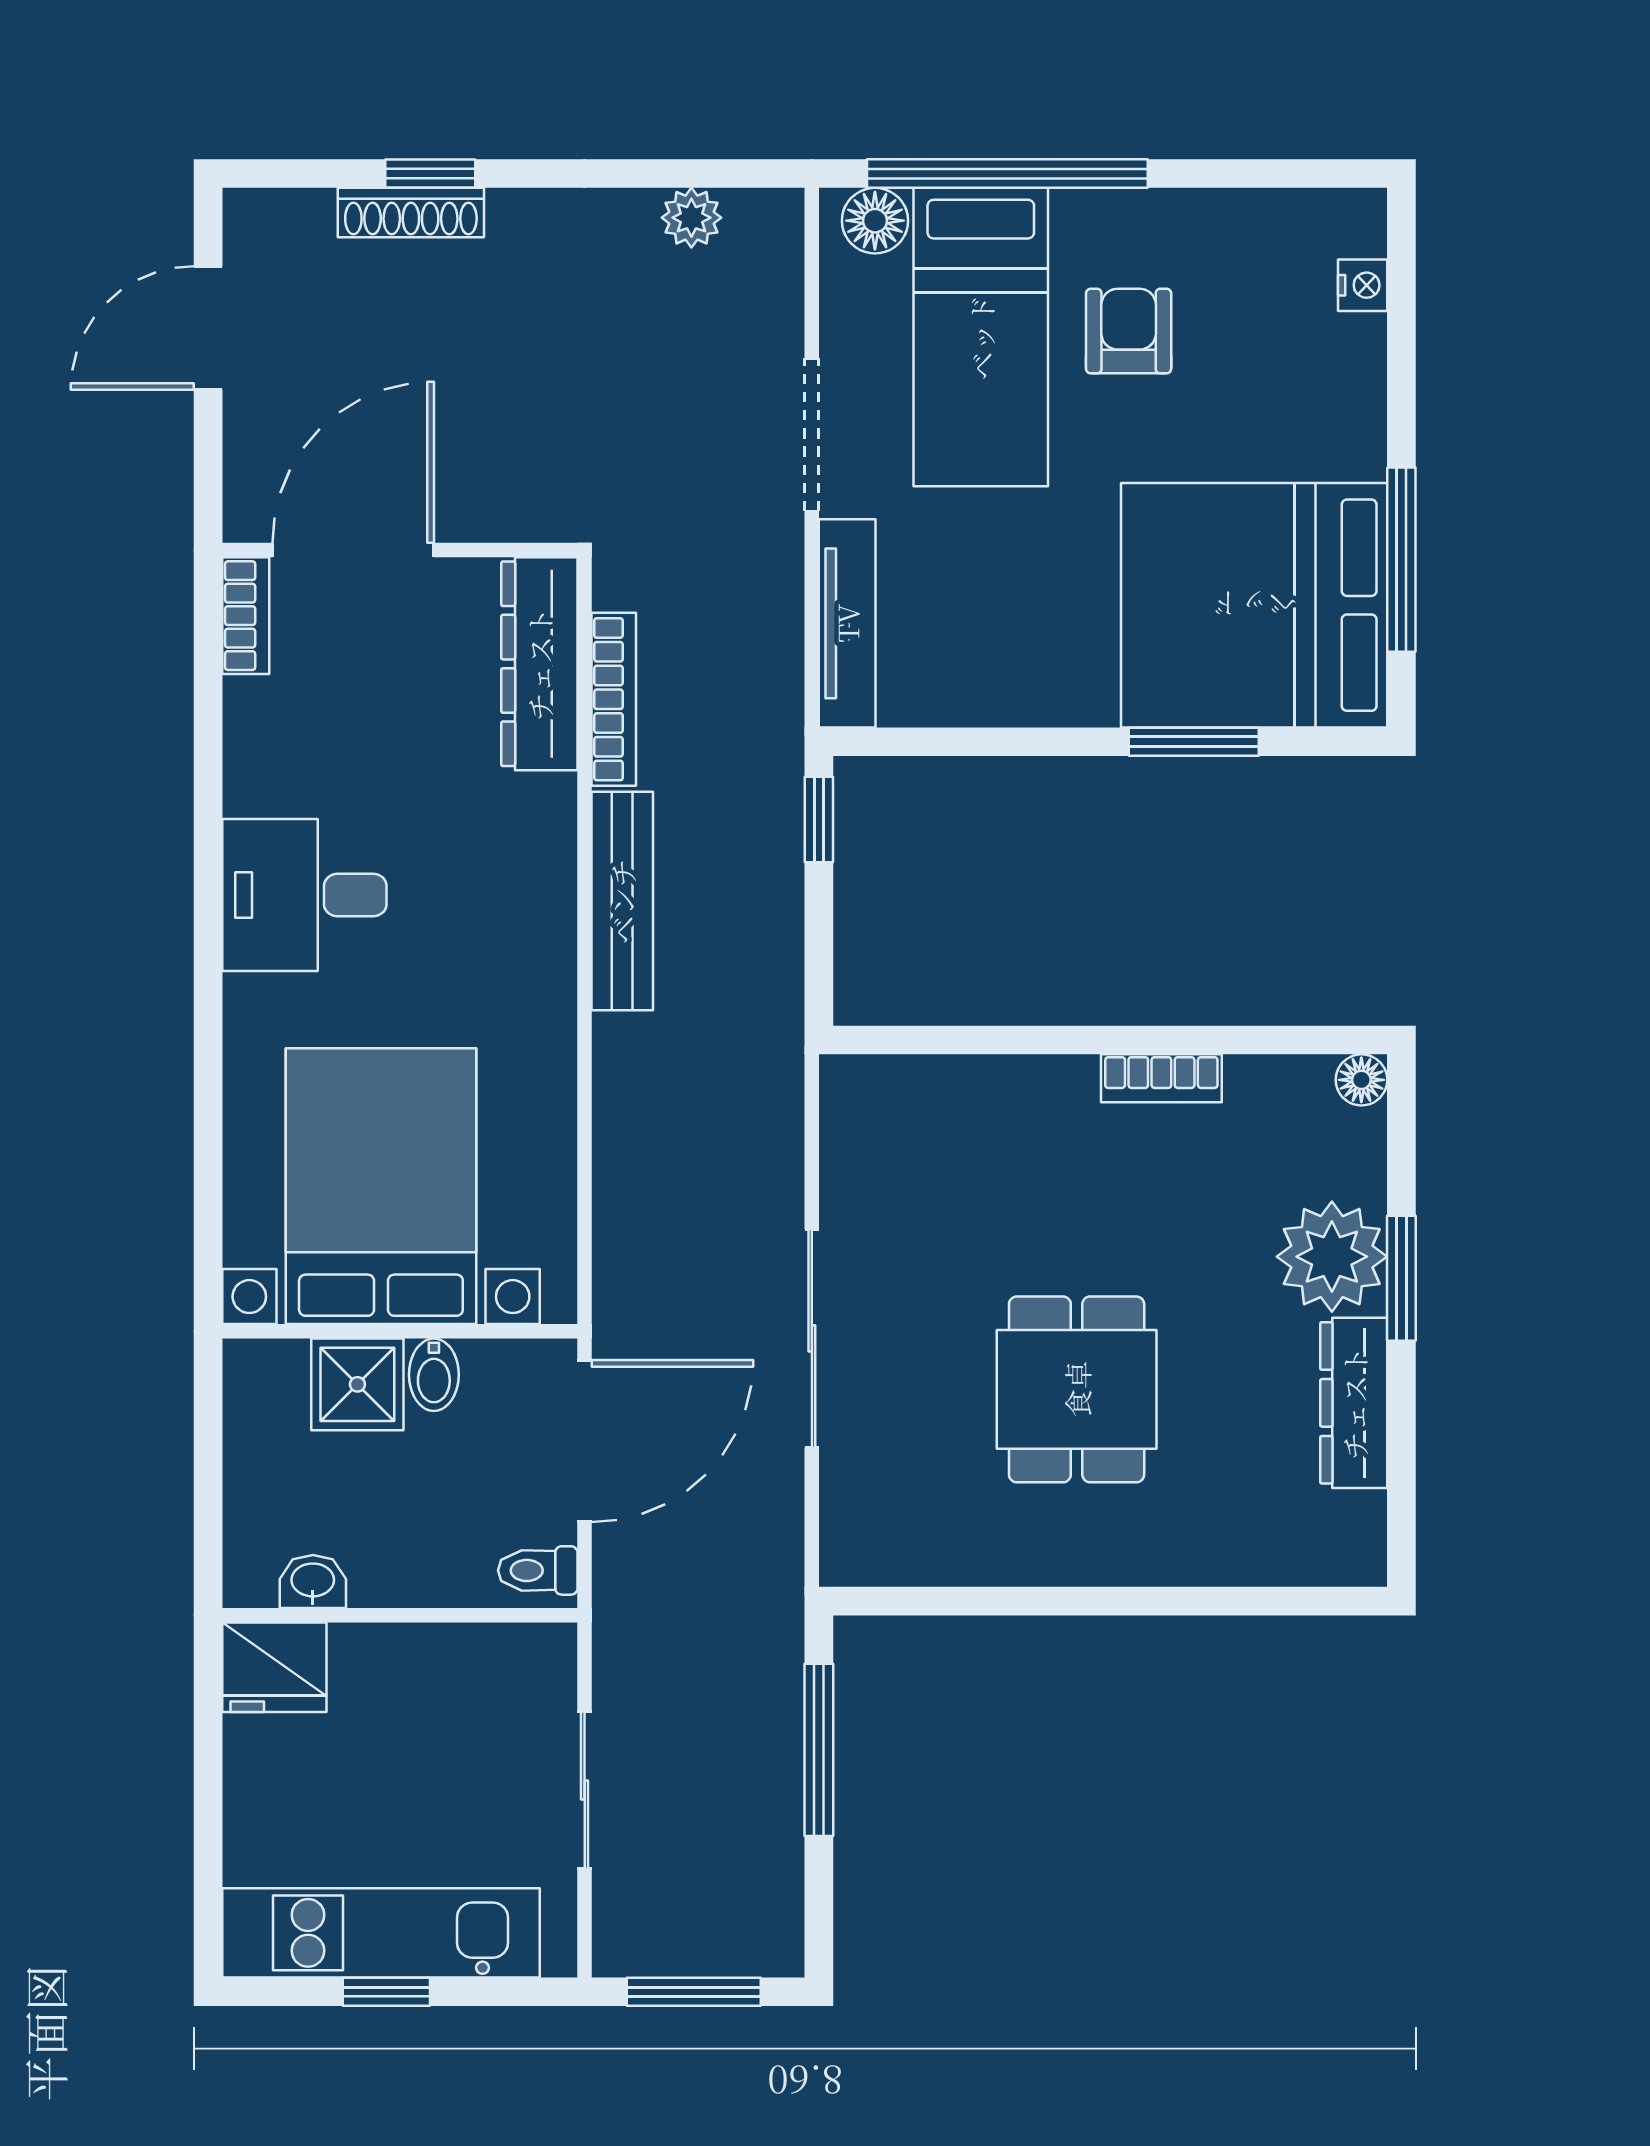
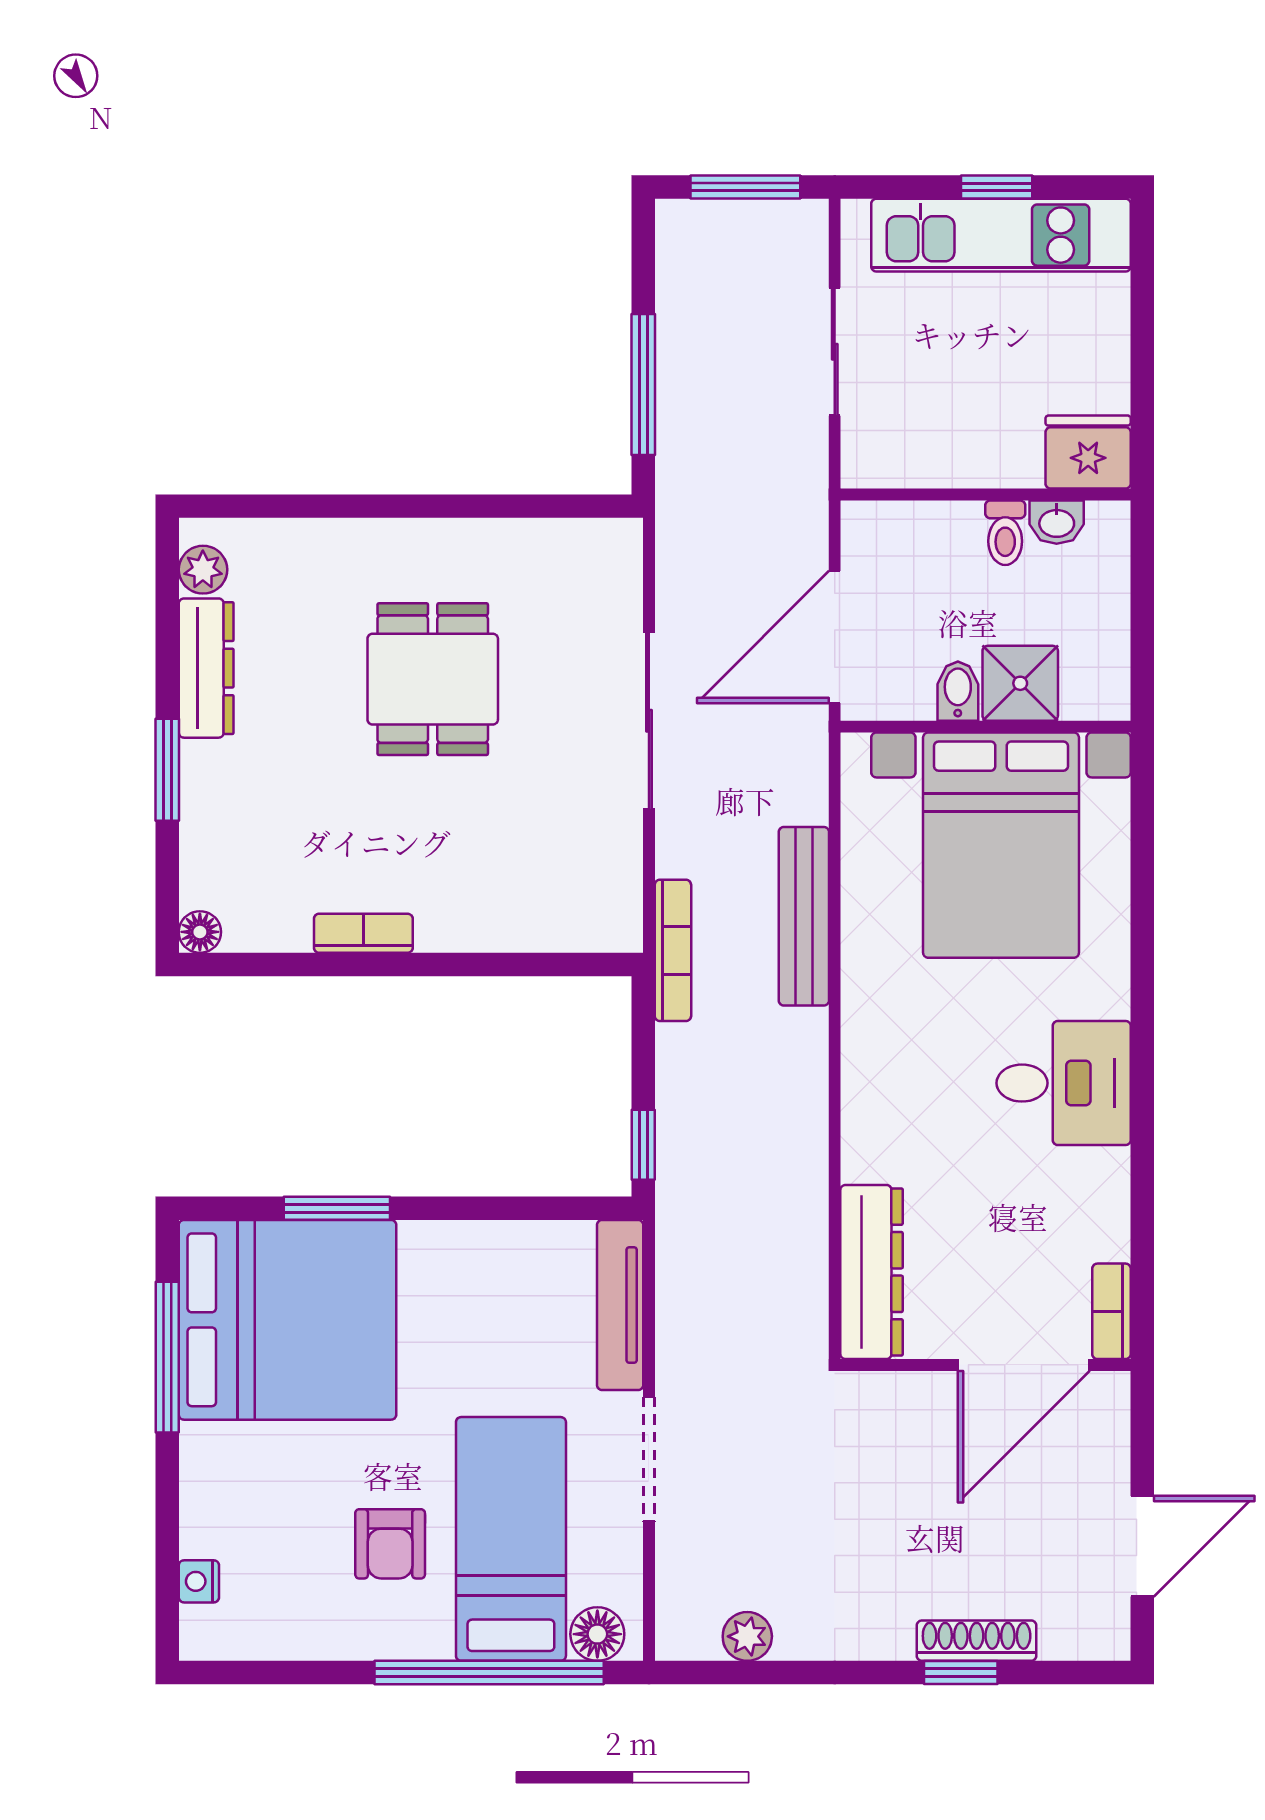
bookcase: (614, 699) -> (673, 950), moved, turned 180
bench: (622, 901) -> (804, 916), moved
plant: (1332, 1257) -> (203, 570), moved, width x0.53, depth x0.53
toilet: (538, 1570) -> (1005, 533), moved, turned 90

